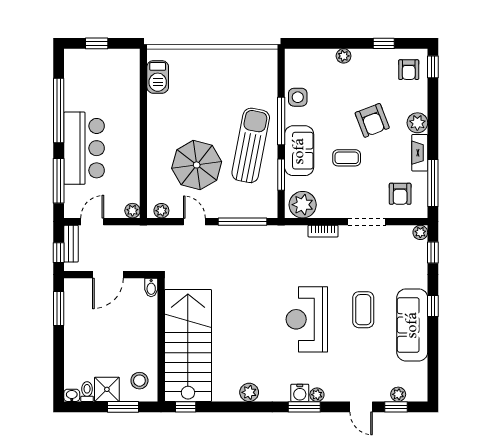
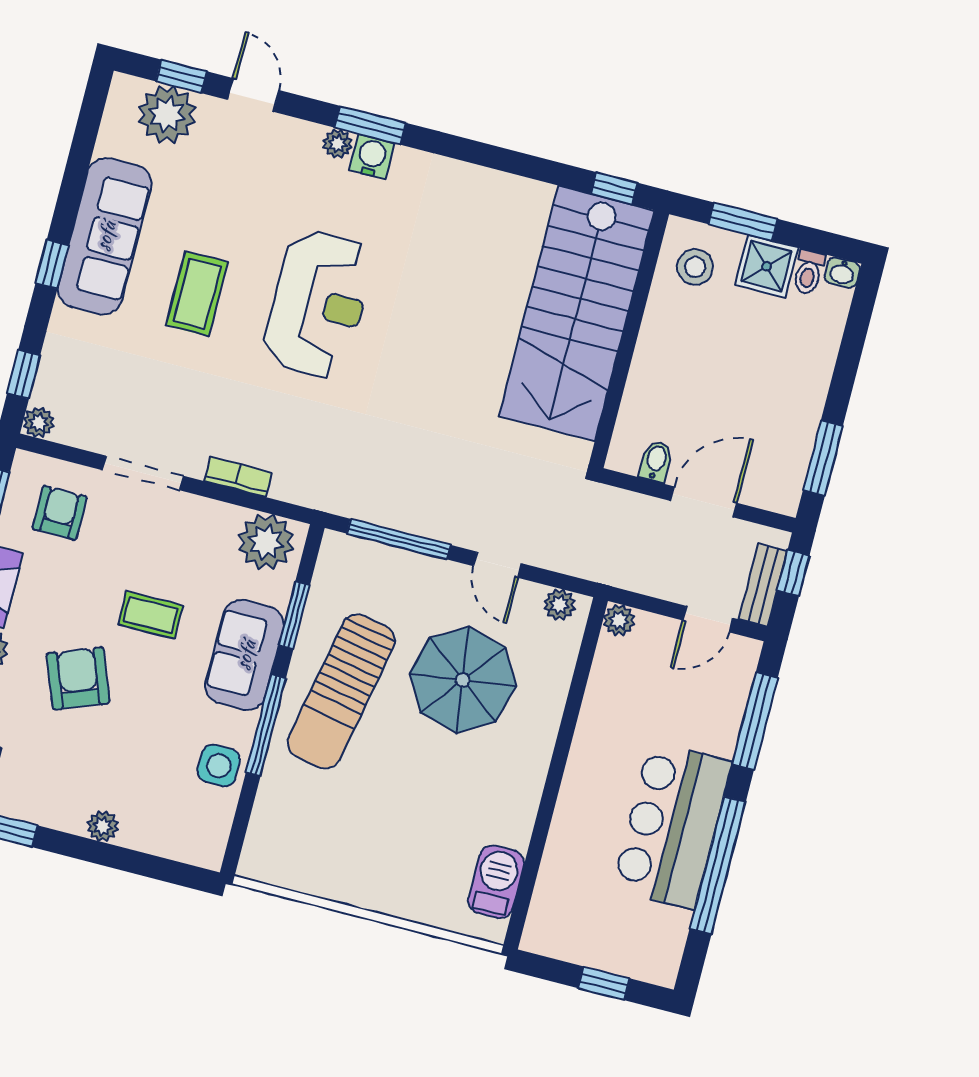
bar counter: (84, 148) -> (672, 825), moved
bidet: (151, 287) -> (656, 461), moved
plant: (249, 392) -> (476, 184), removed
plant: (398, 394) -> (167, 114), width x1.88, depth x1.88

